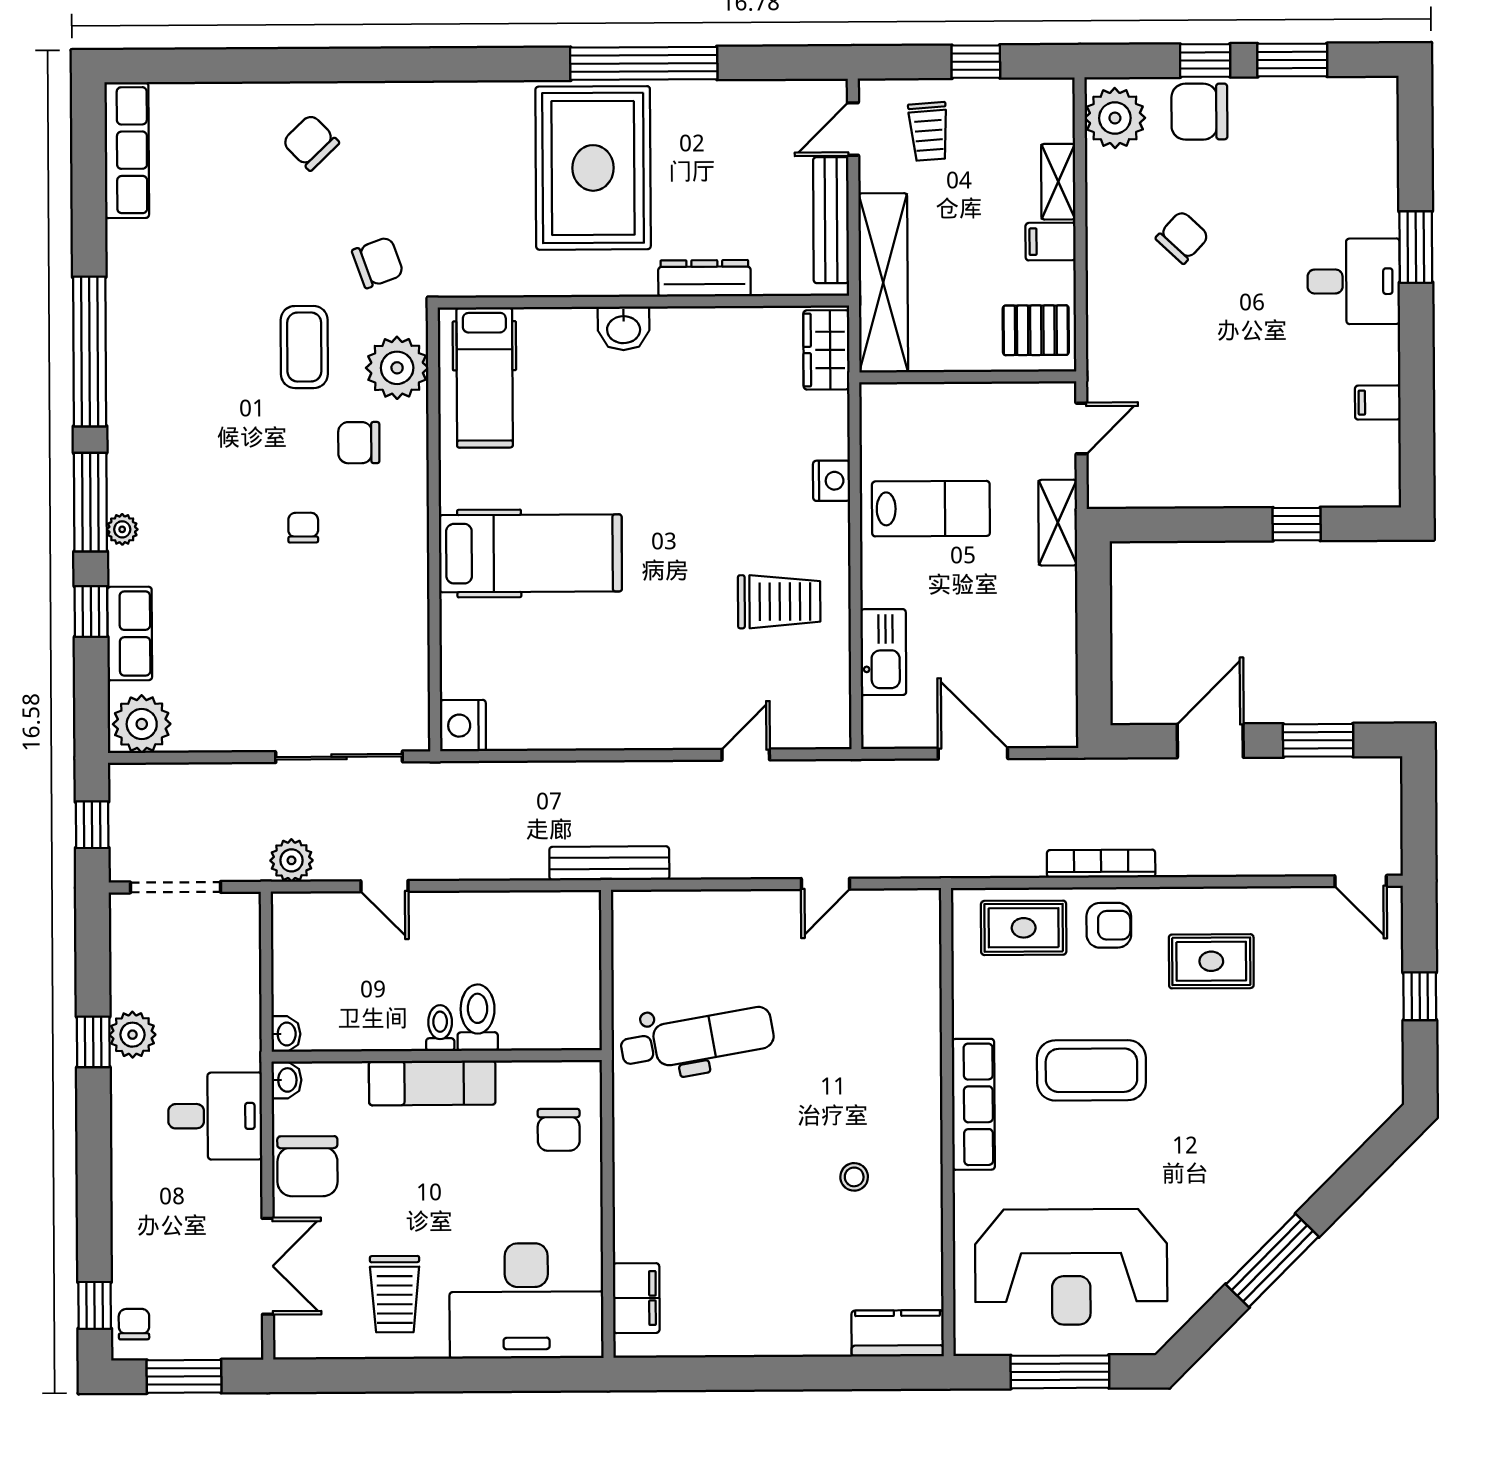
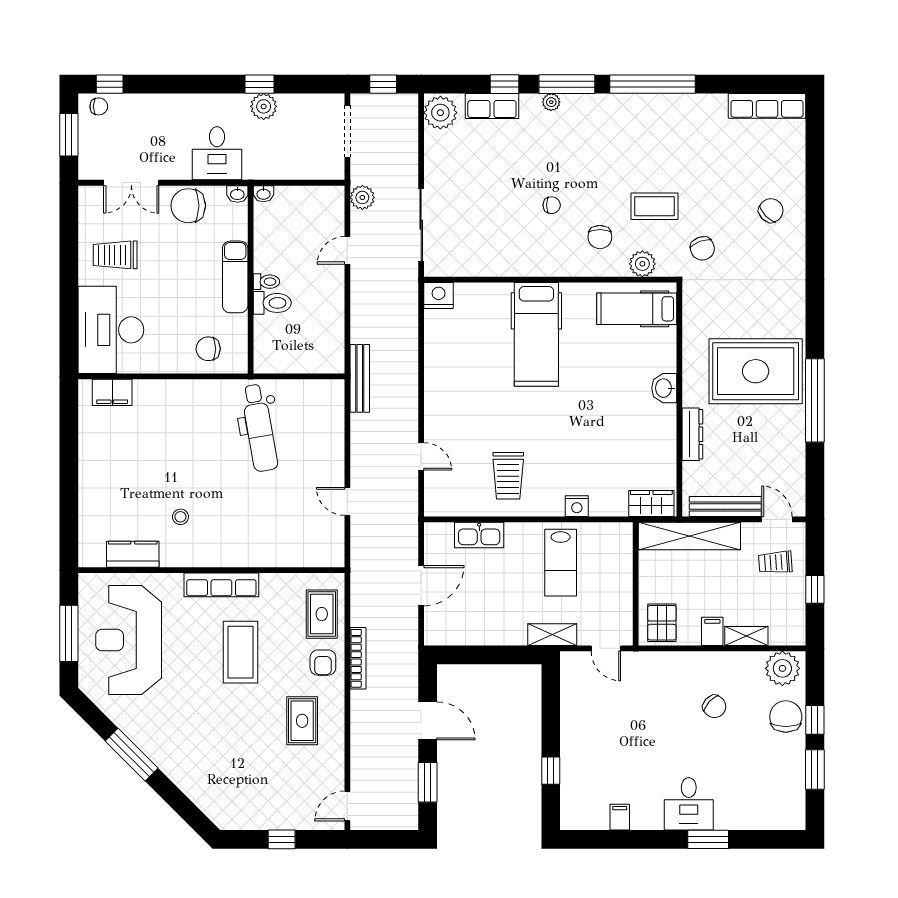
plant: (397, 368) -> (642, 264), width x0.73, depth x0.73
chair: (359, 443) -> (600, 237), turned 180
kitchen counter: (898, 1333) -> (133, 554), moved, turned -90

